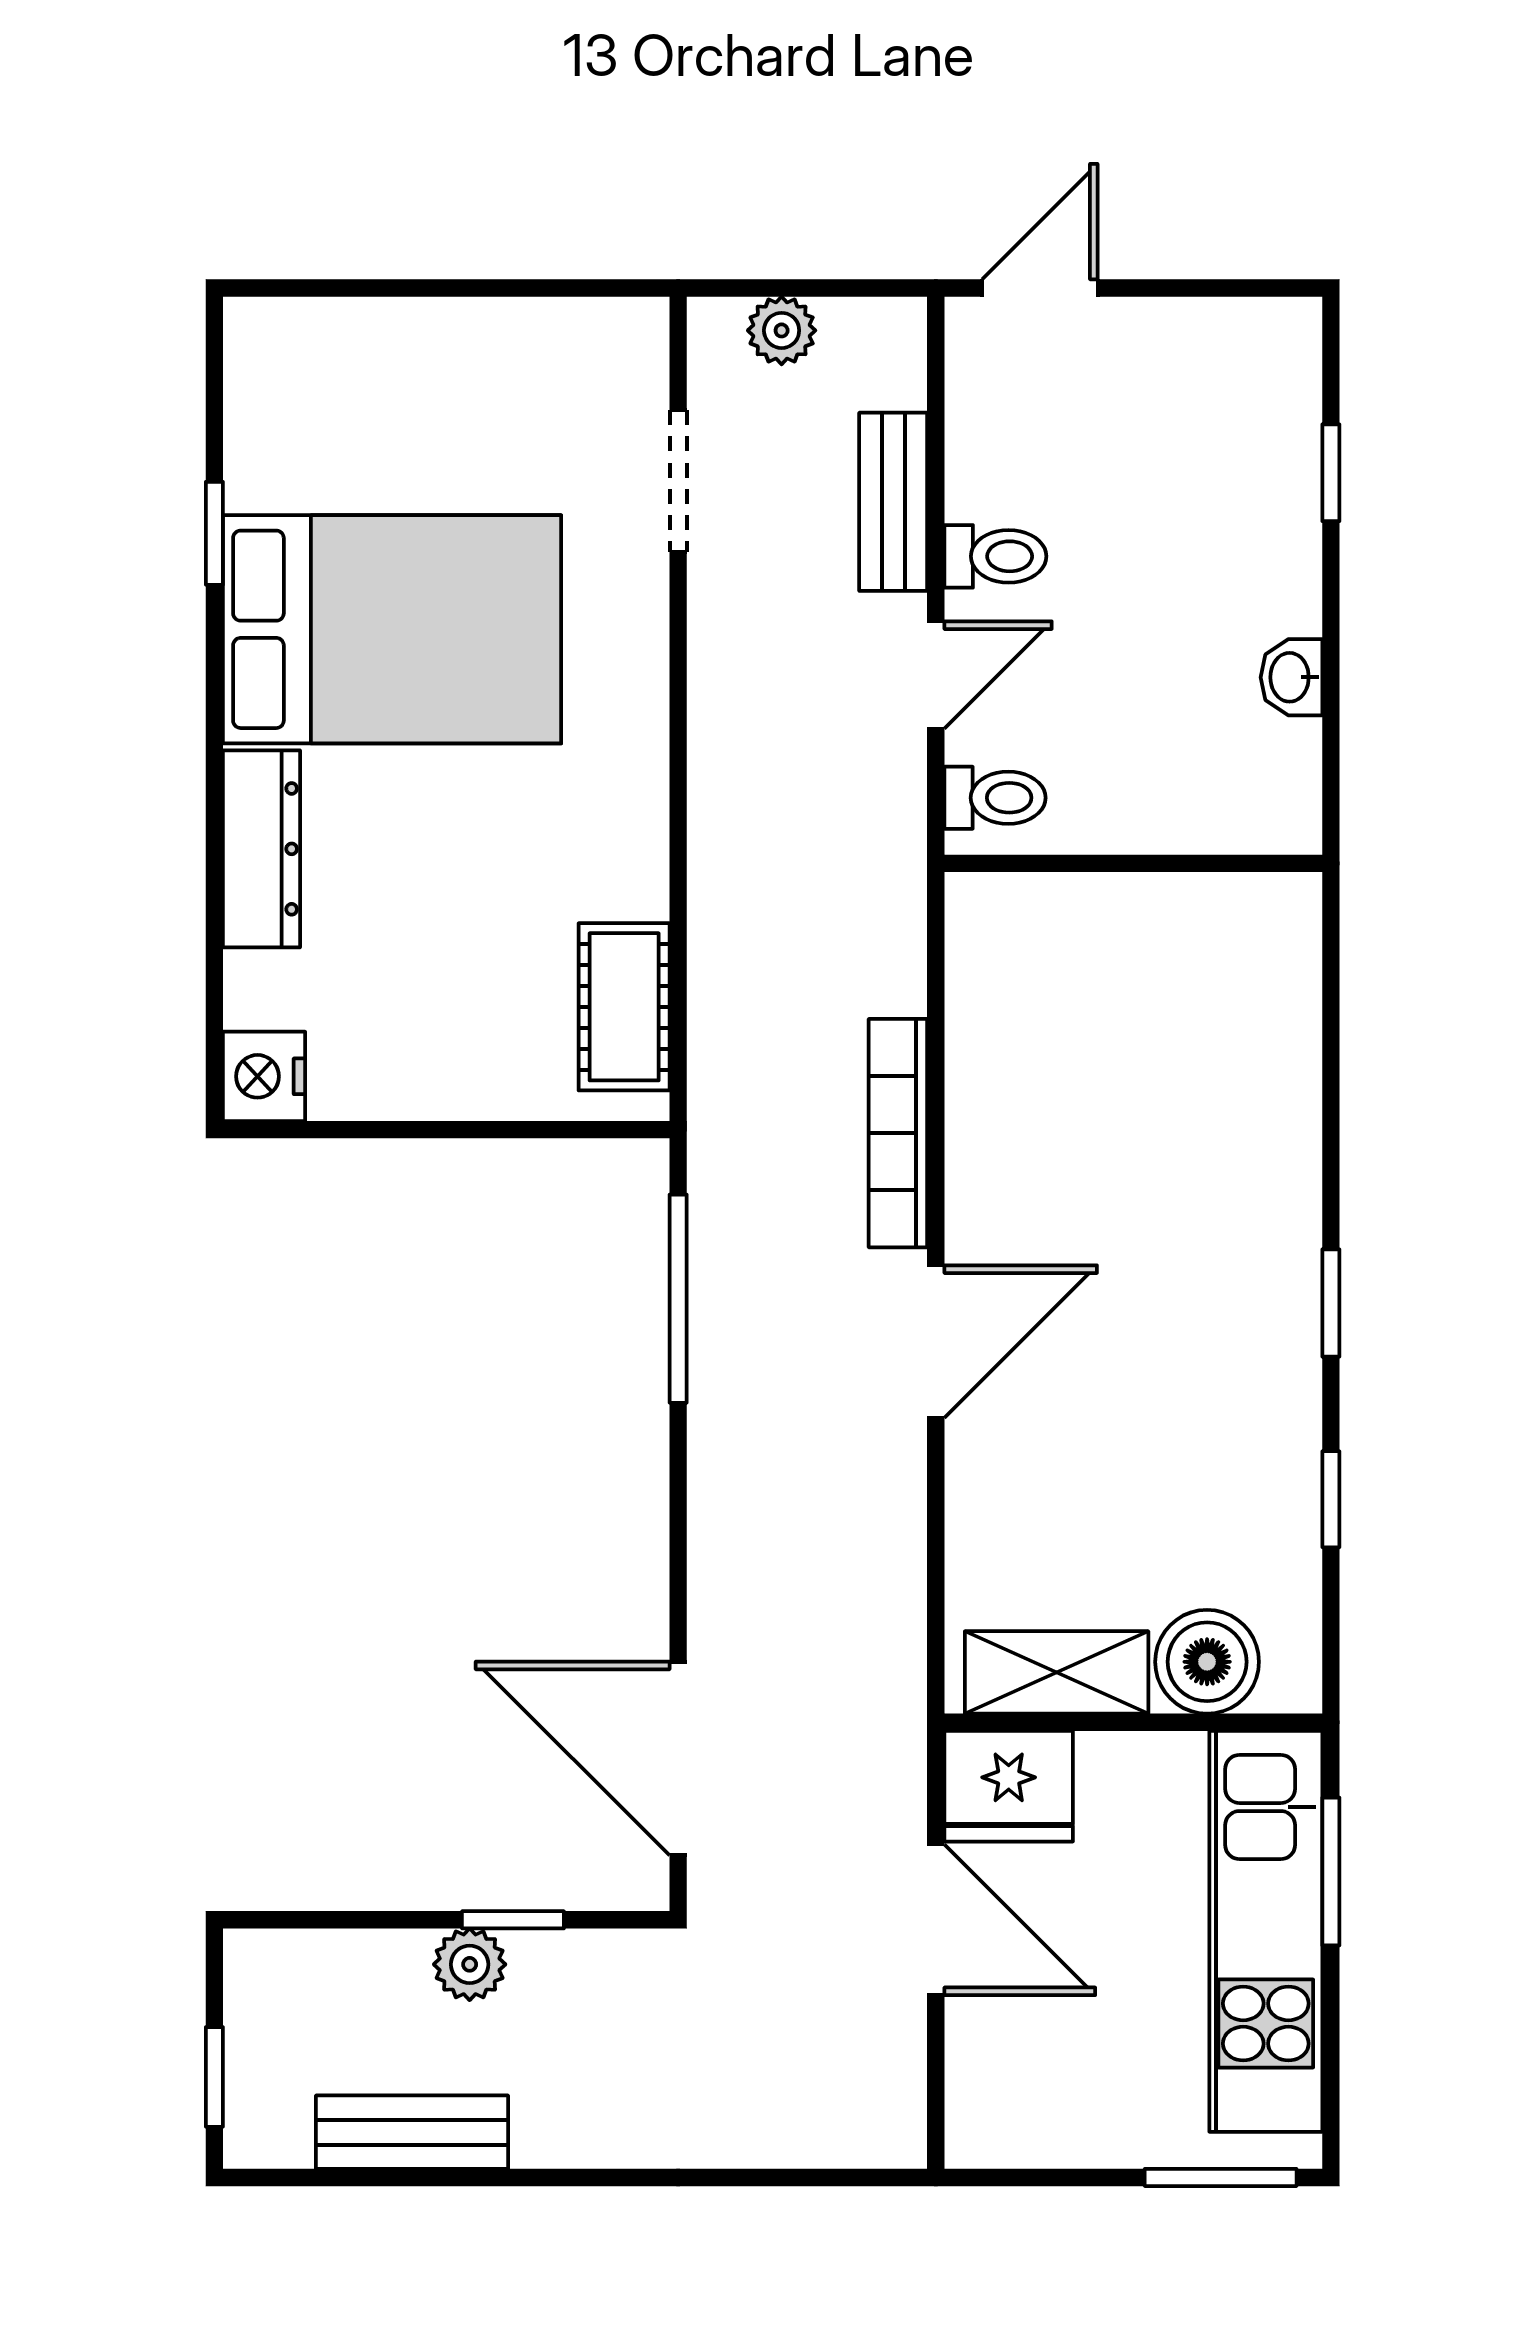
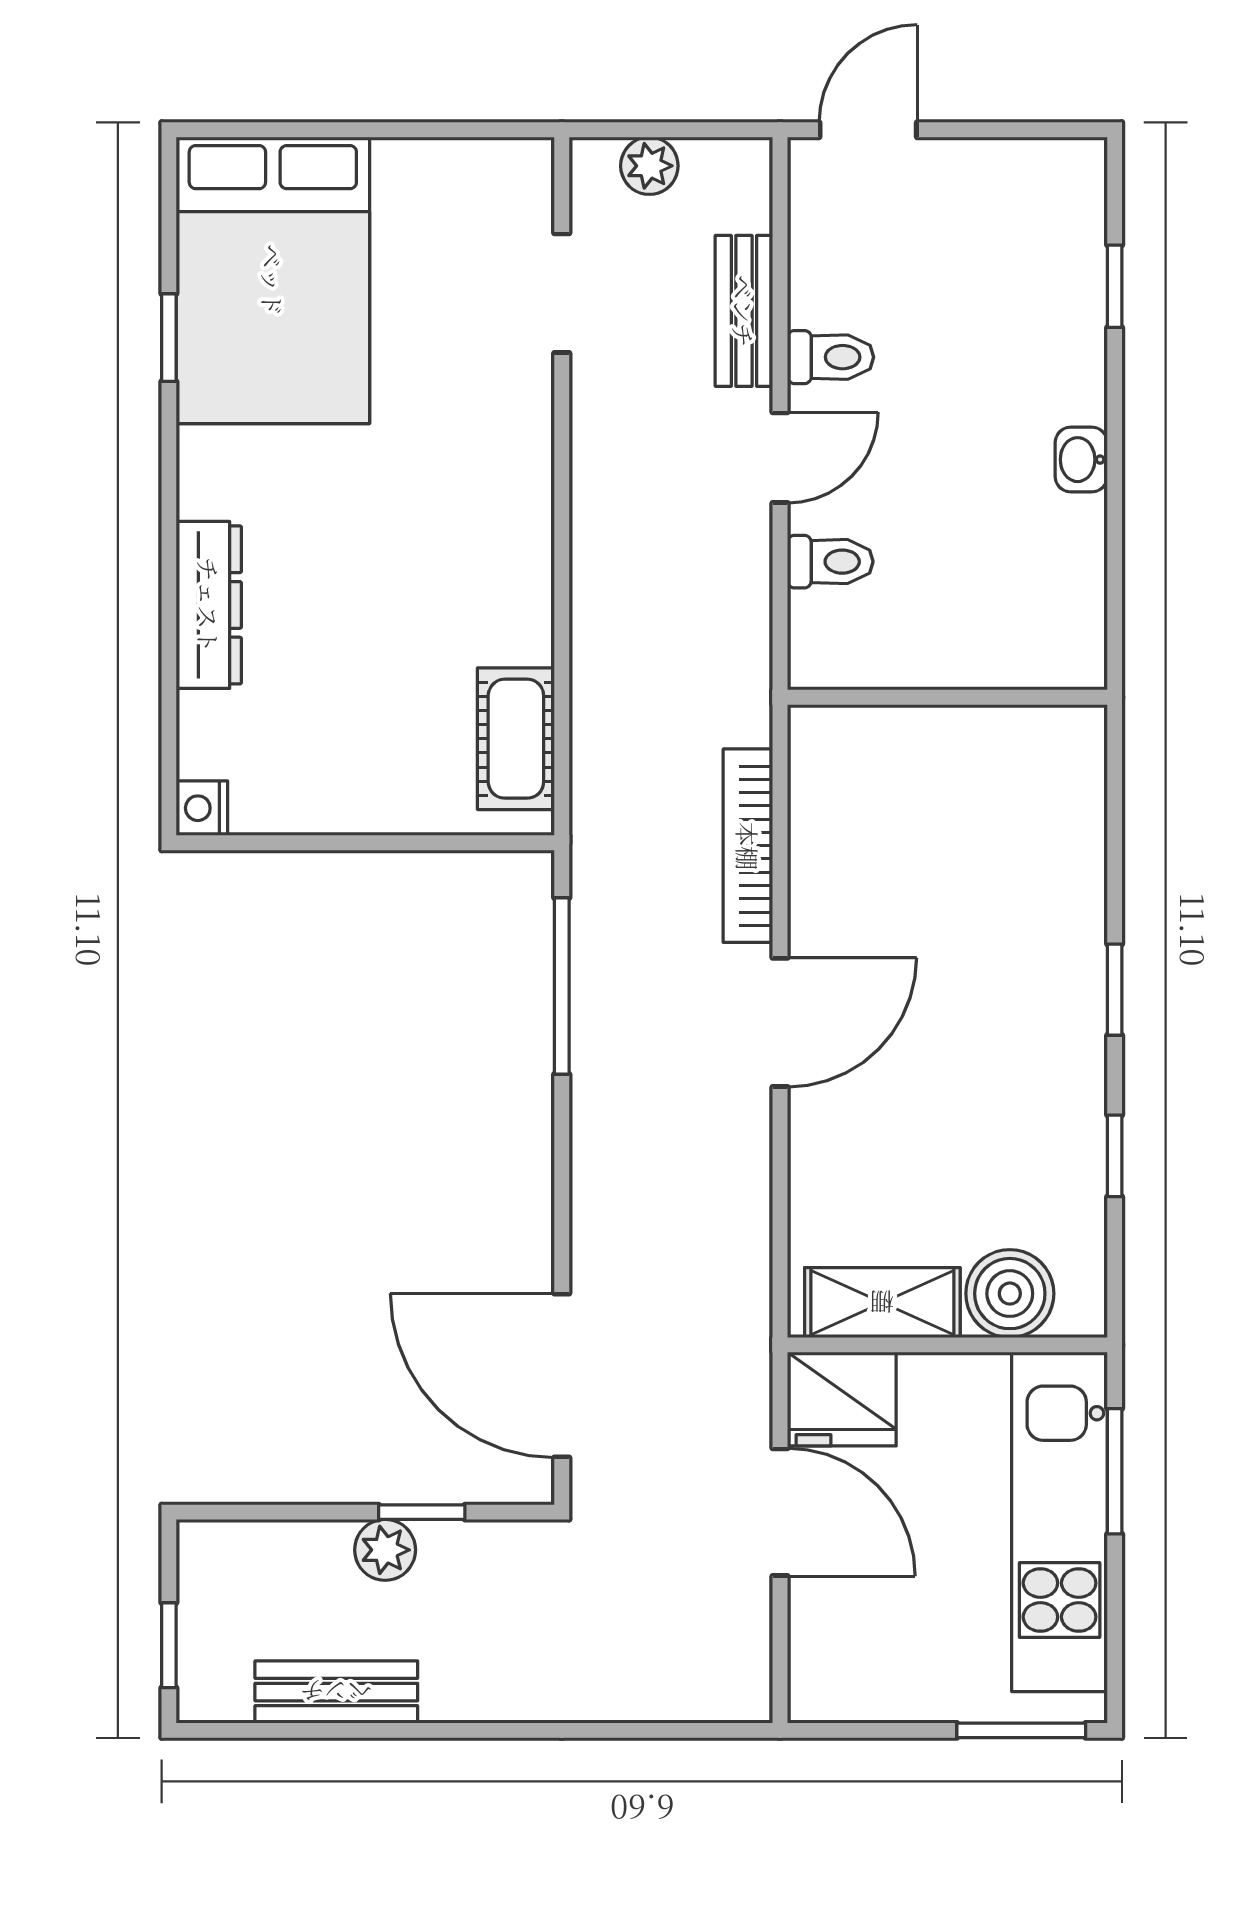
bed: (392, 629) -> (273, 280), moved, turned 90
wall: (1133, 863) -> (947, 697), moved
nightstand: (264, 1076) -> (202, 808), width x0.72, depth x0.74

